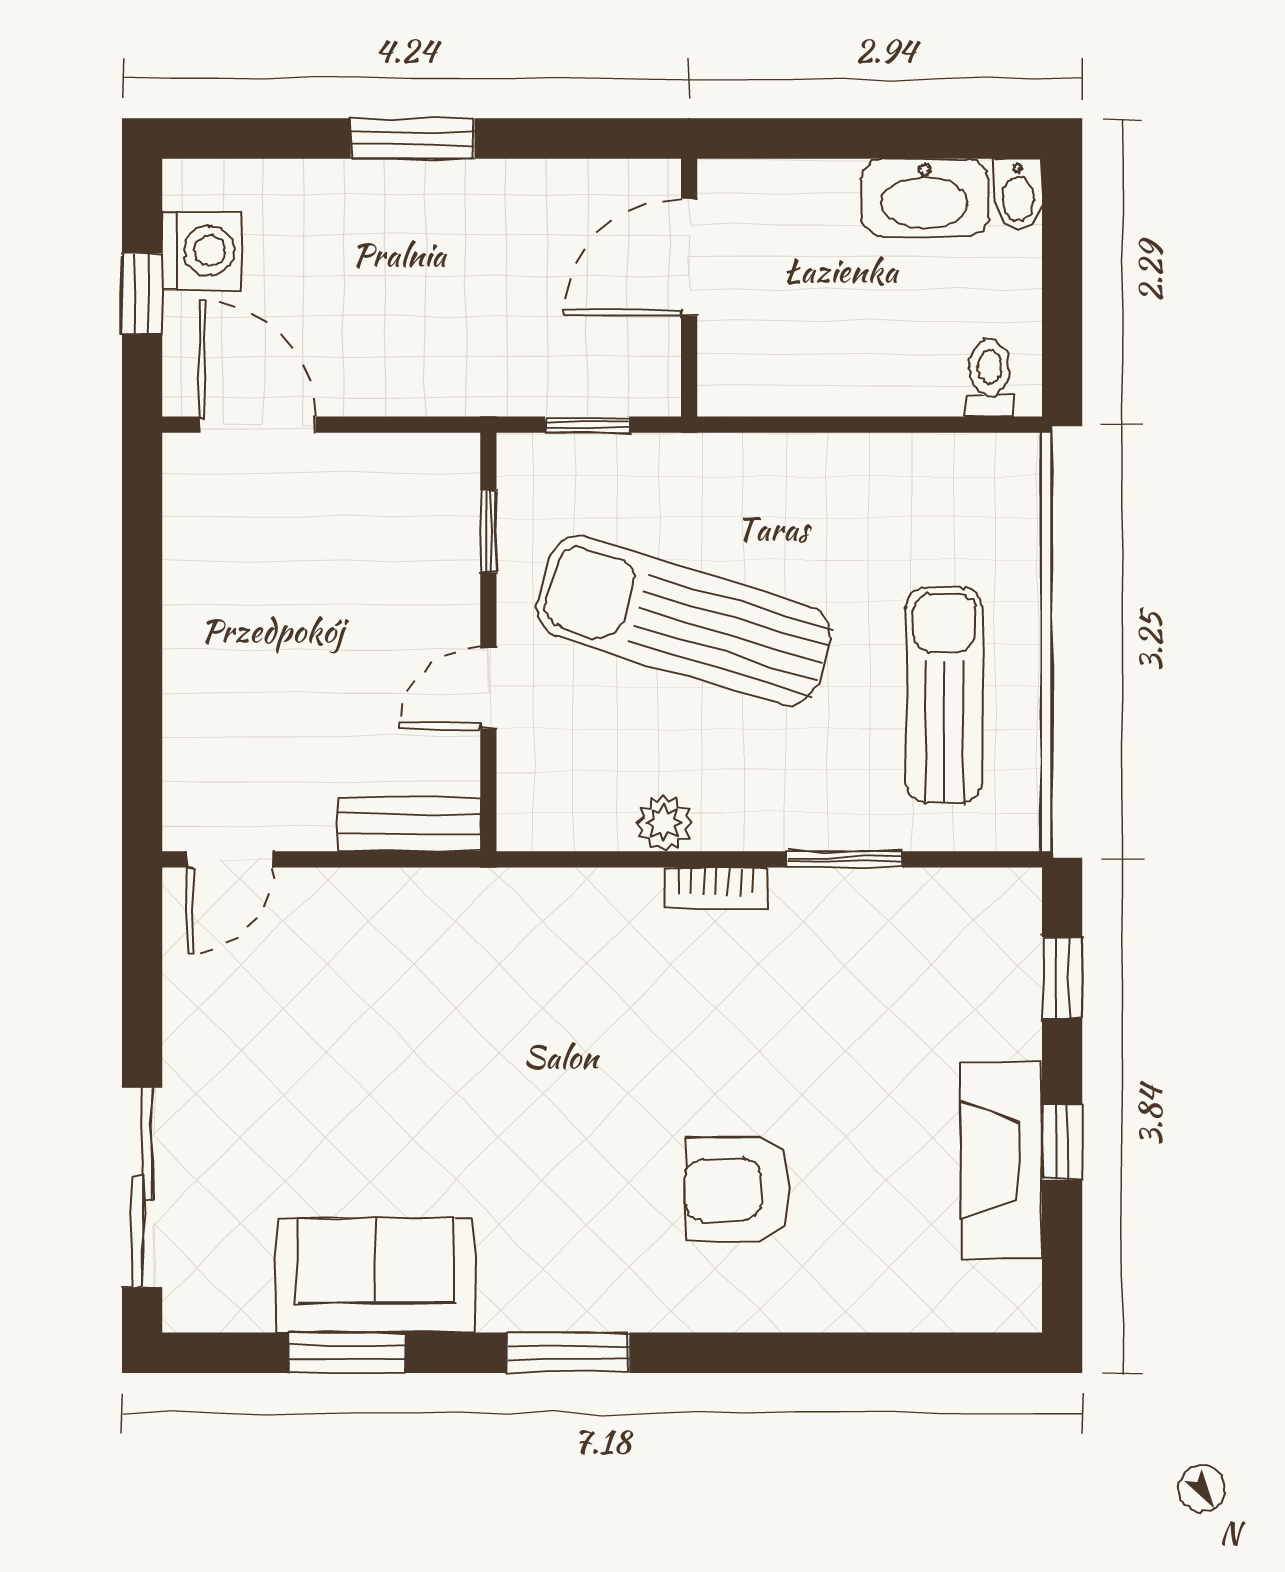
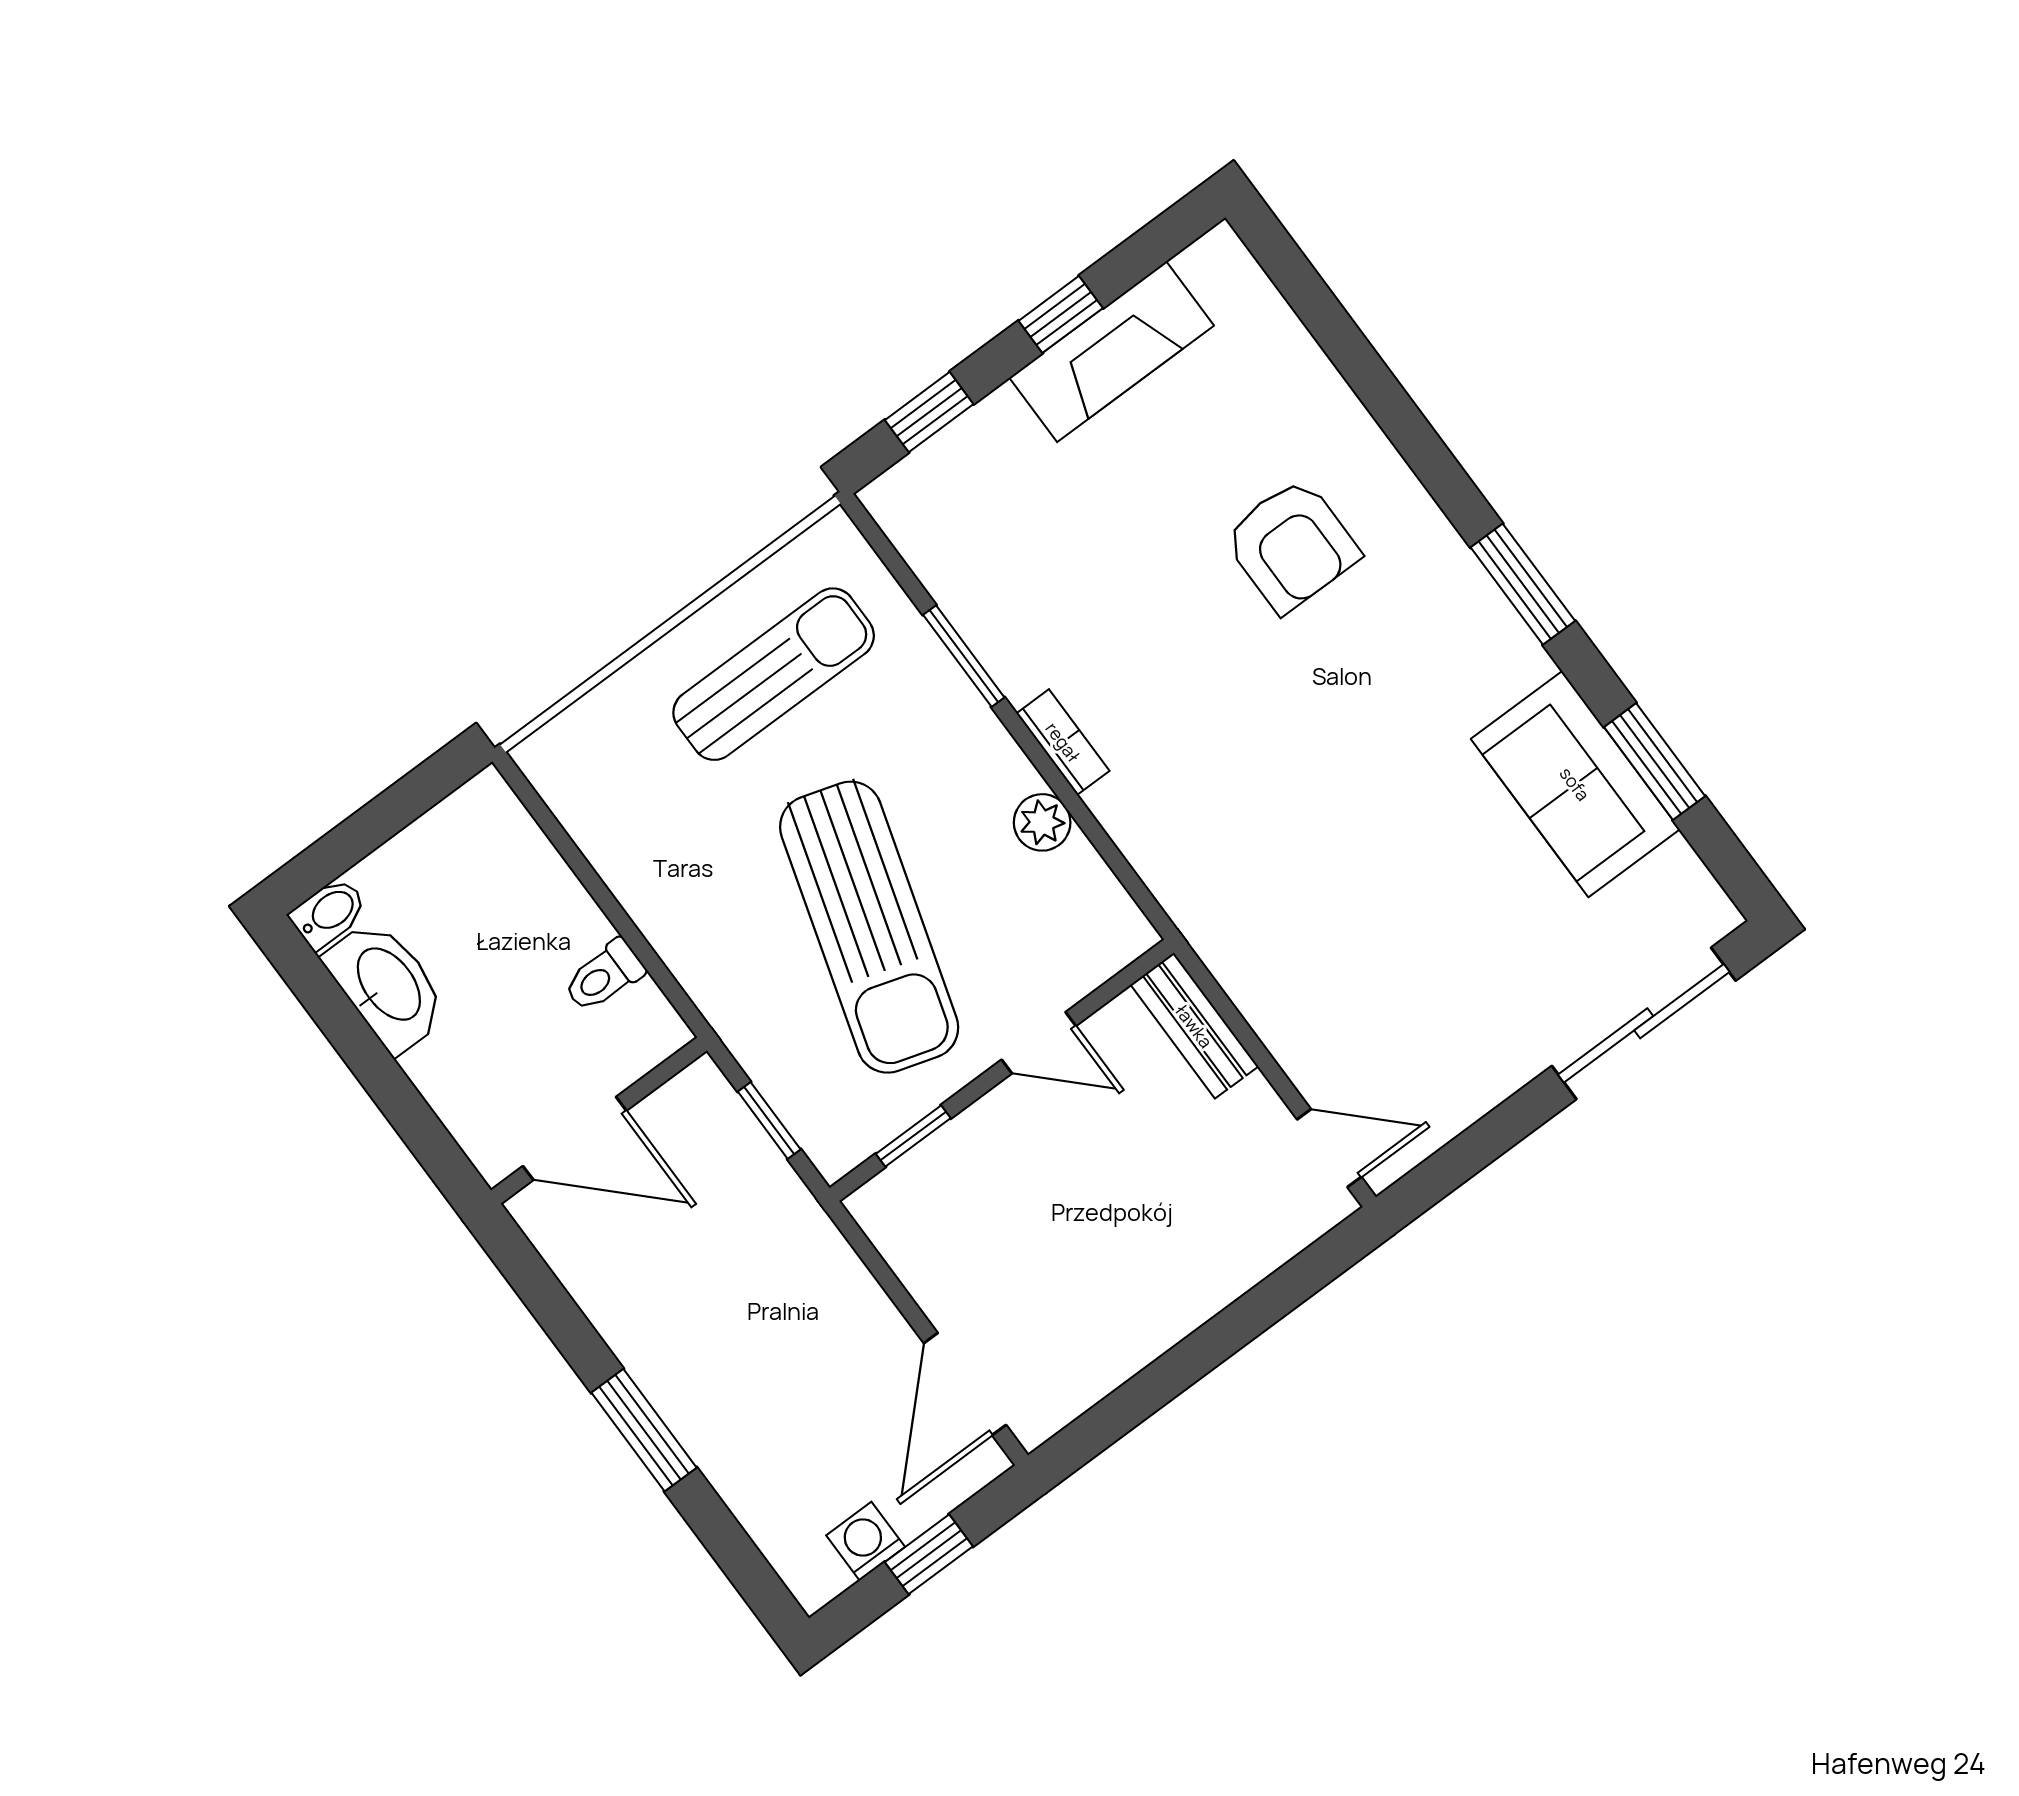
washing machine: (201, 251) -> (866, 1541), width x0.73, depth x0.73
toilet: (989, 378) -> (604, 976), moved
sun lounger: (944, 695) -> (774, 674), turned 180

